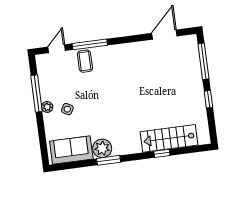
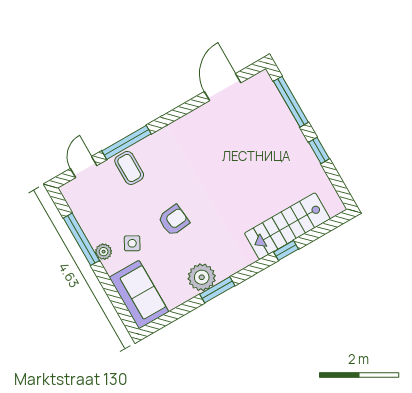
armchair: (99, 105) -> (174, 220), added
sofa: (71, 150) -> (139, 295), moved, turned 90

